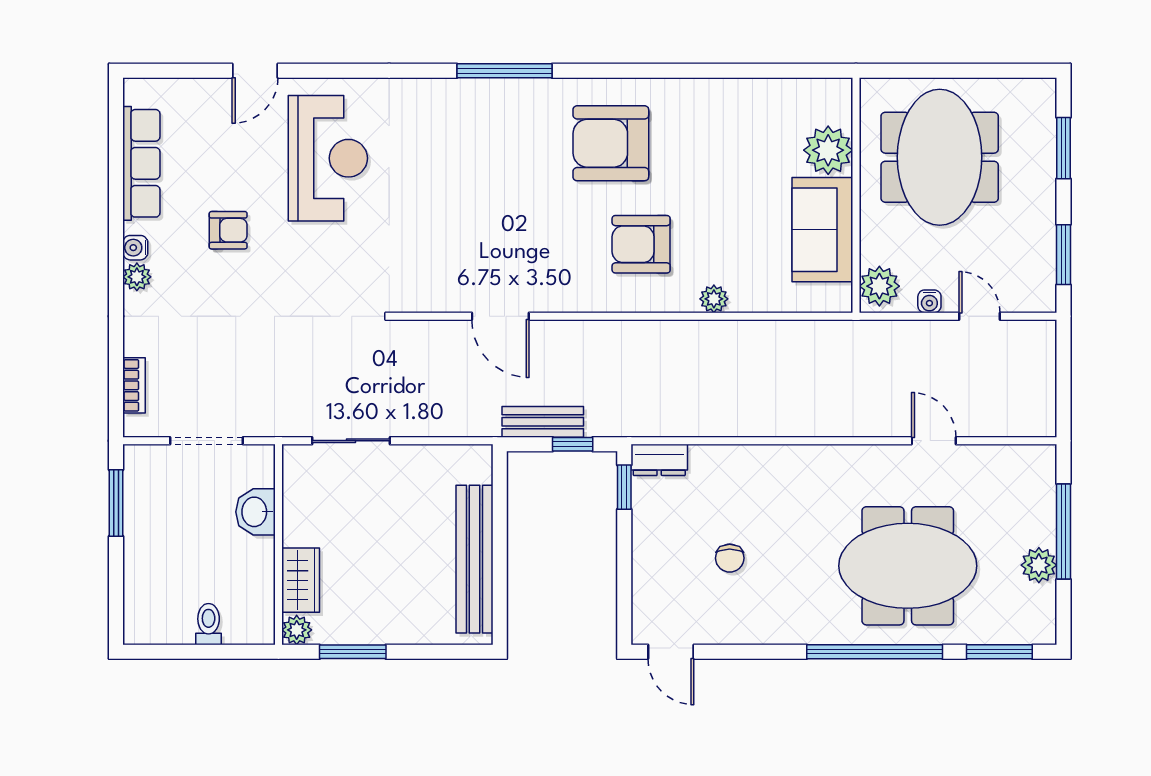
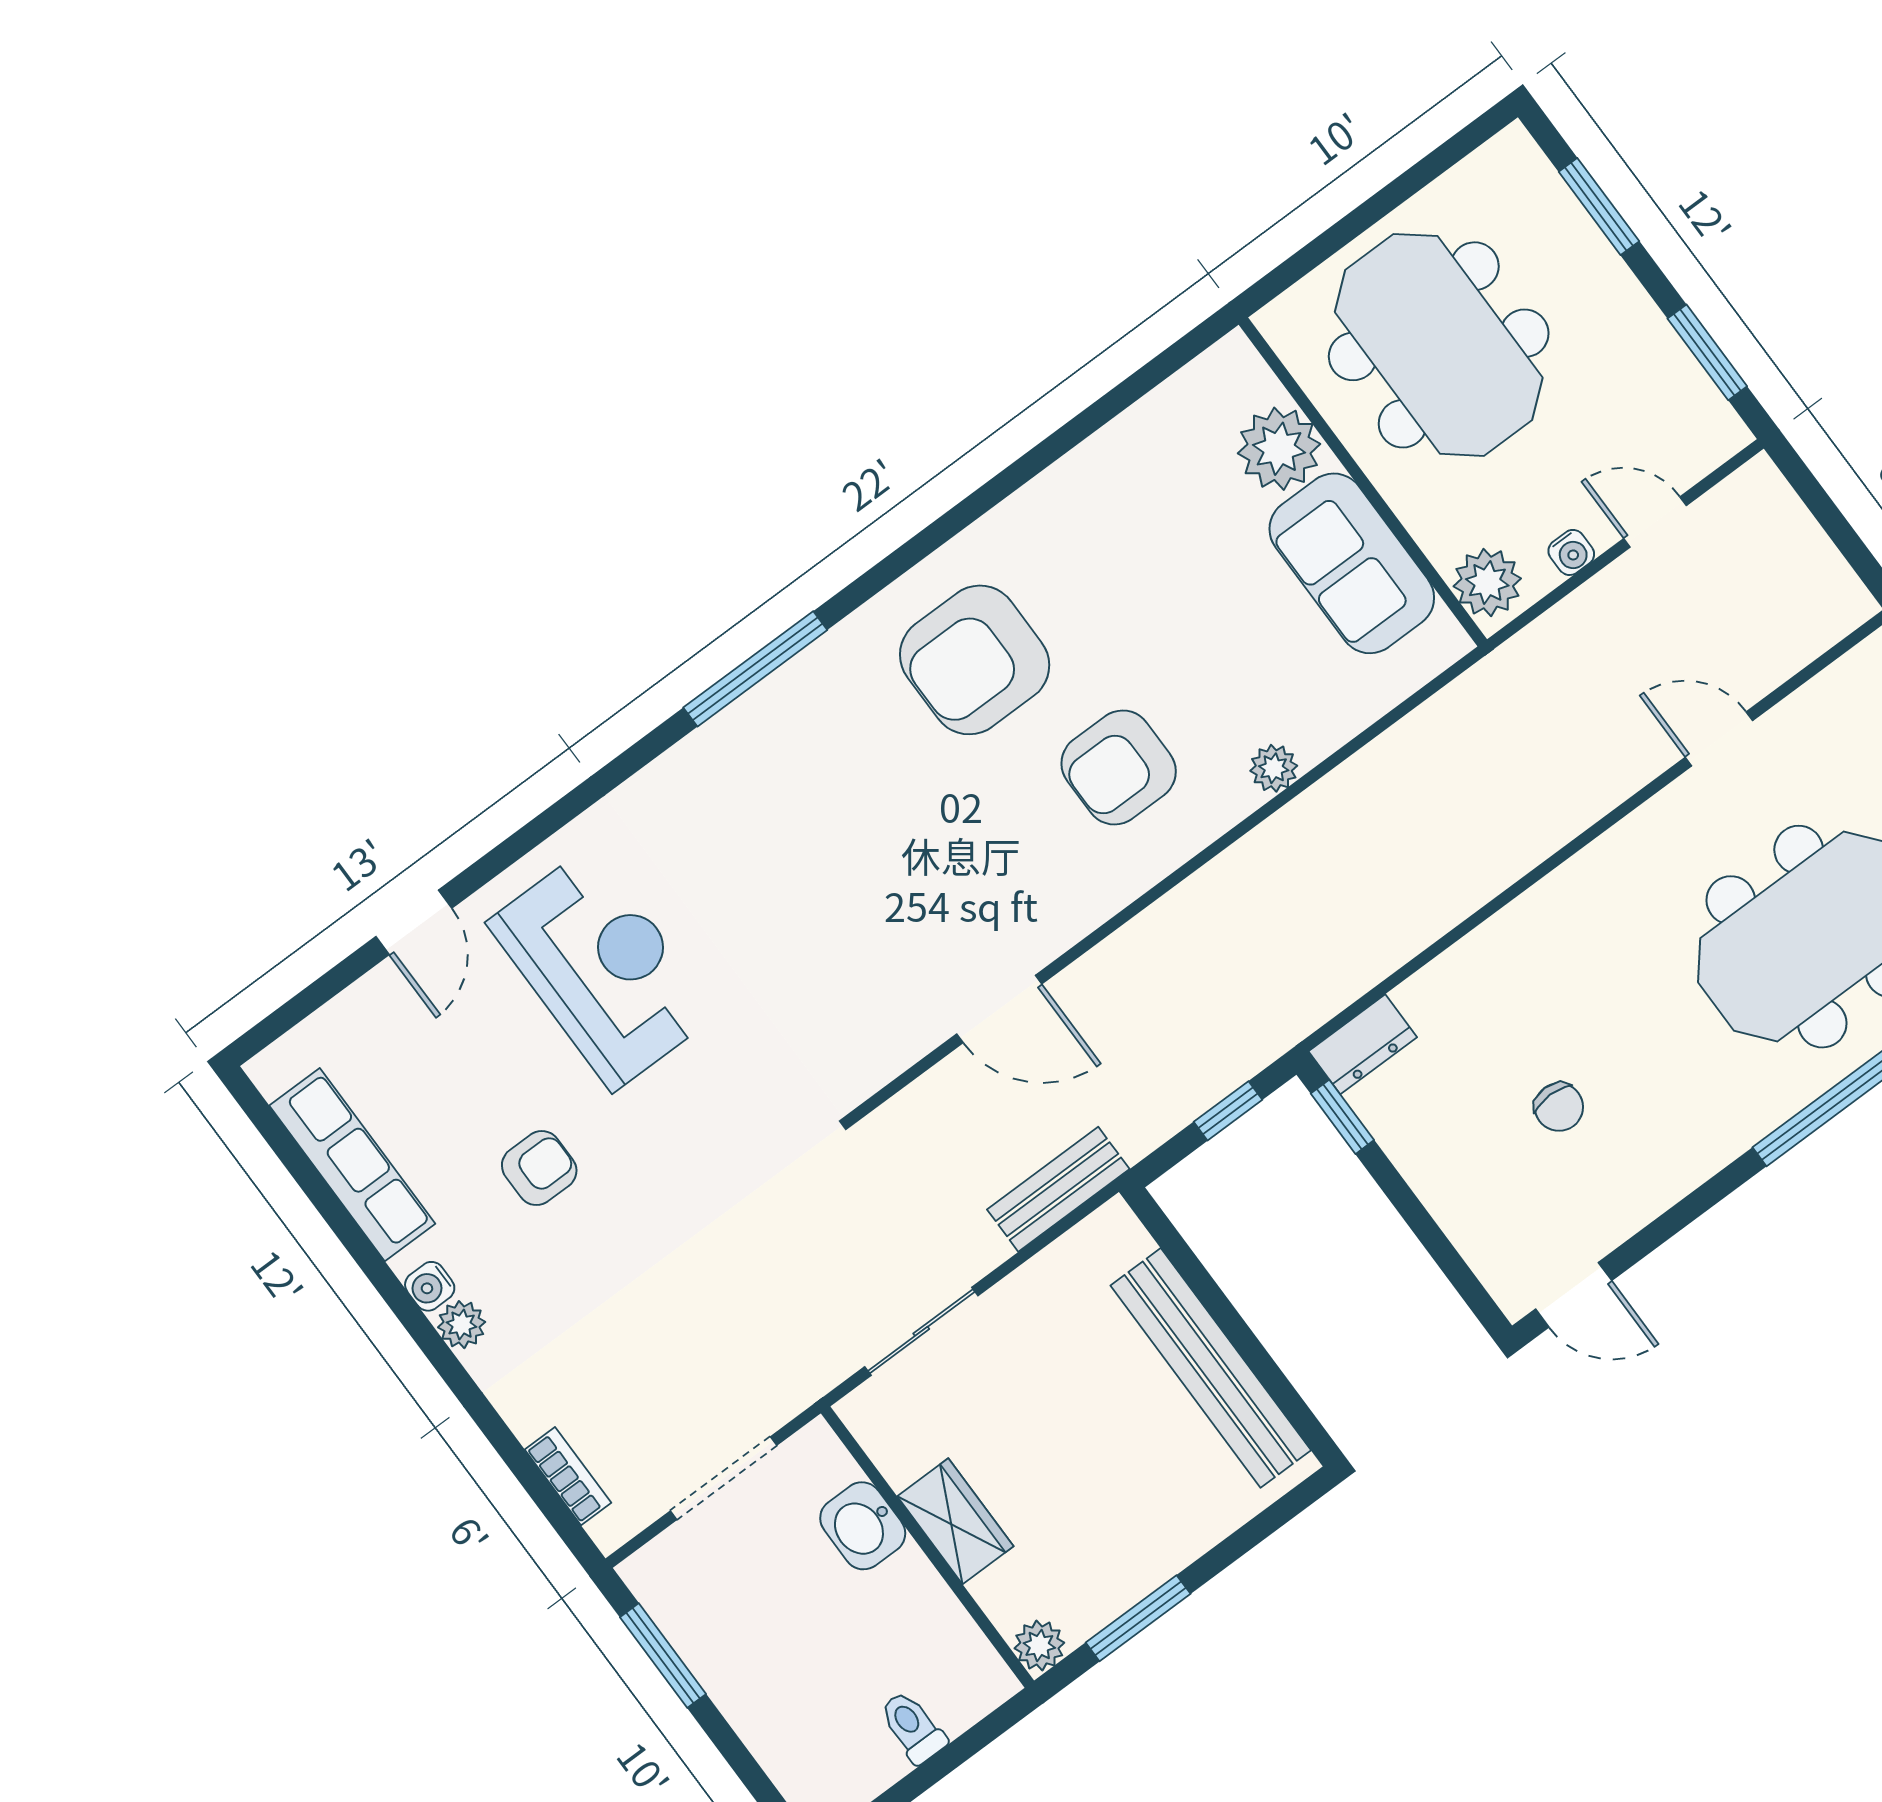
bench: (543, 422) -> (1058, 1189), moved
wardrobe: (301, 580) -> (955, 1521), moved

